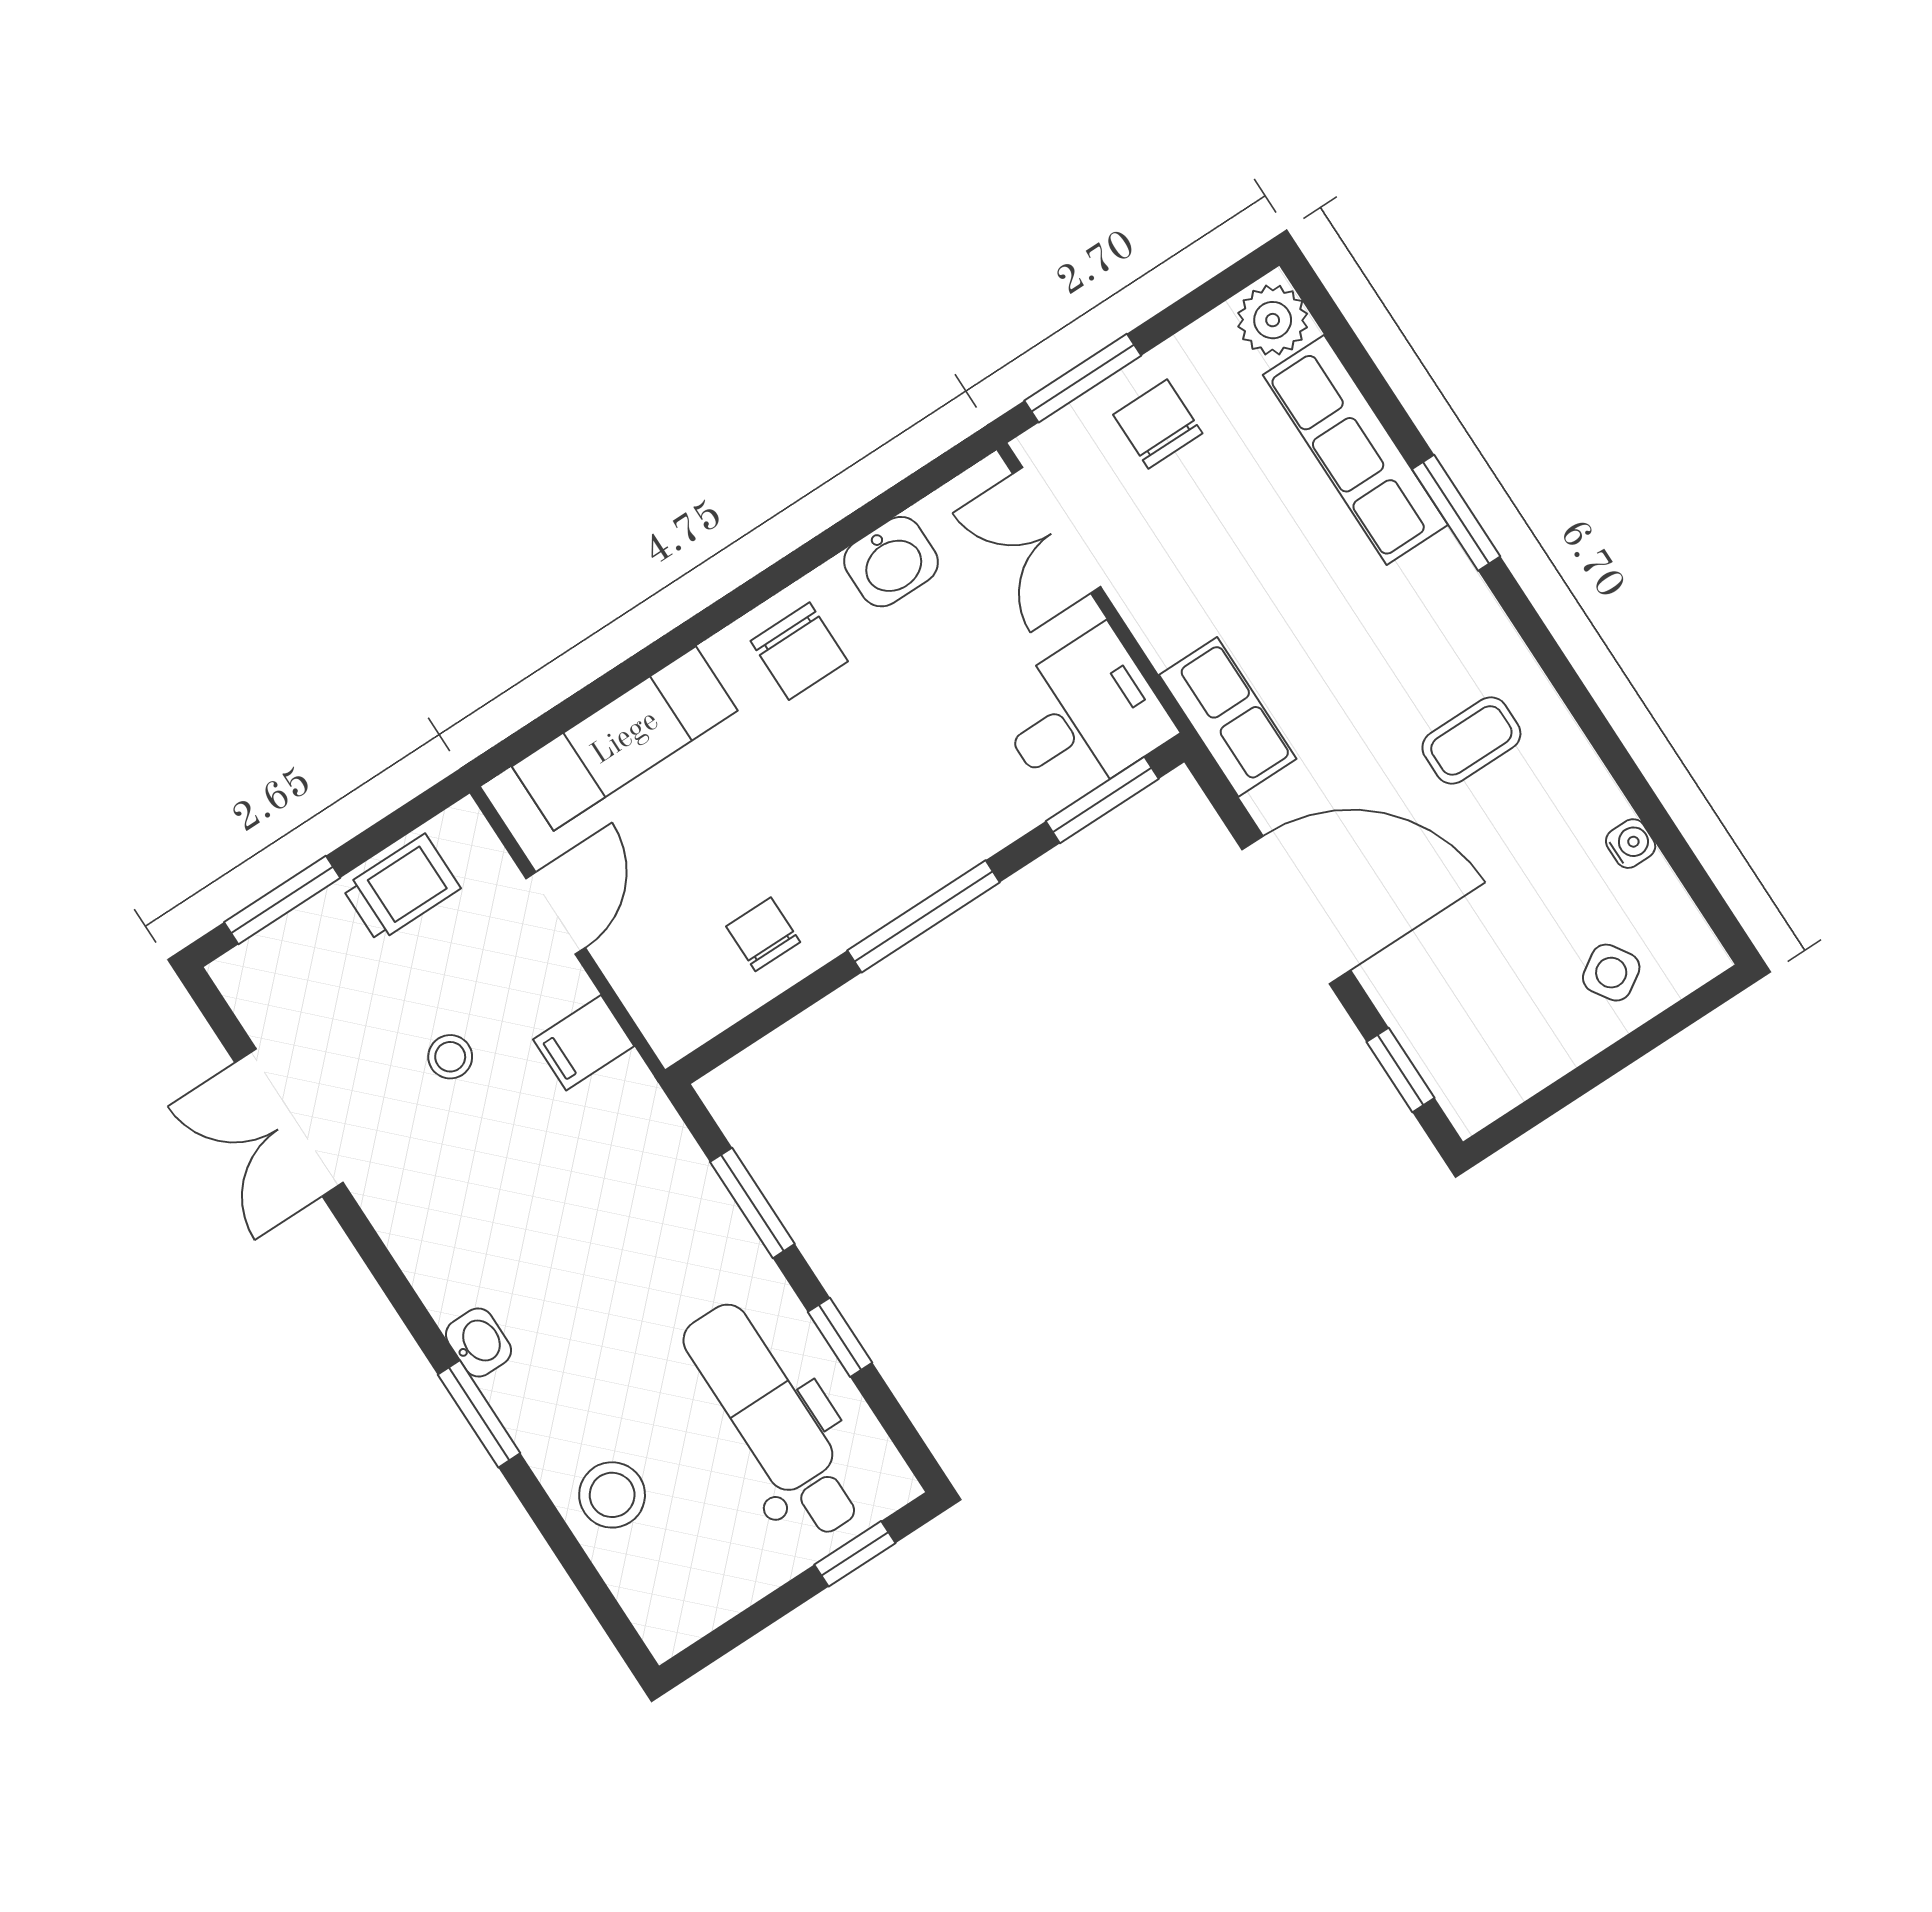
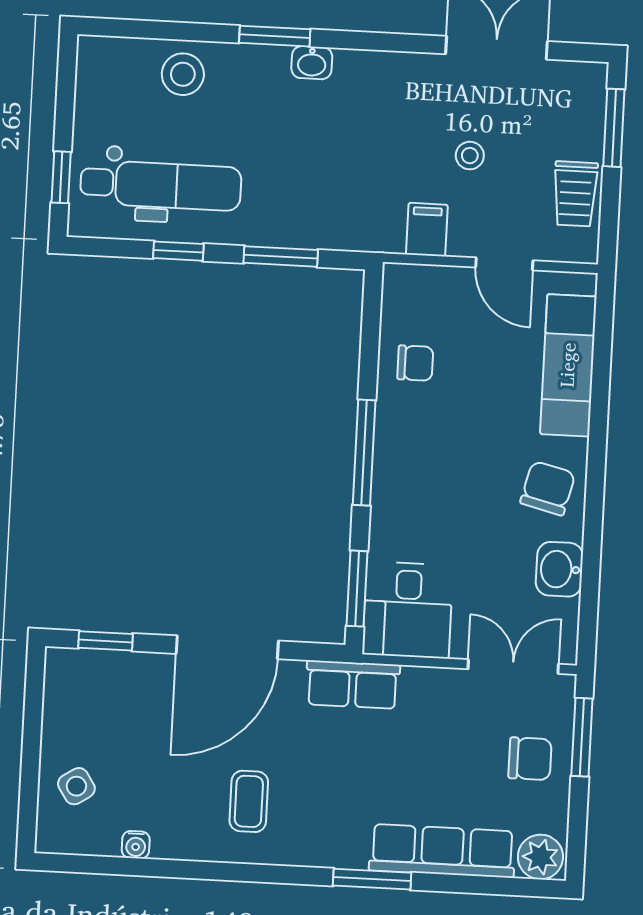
chair: (799, 651) -> (548, 488), turned 104

